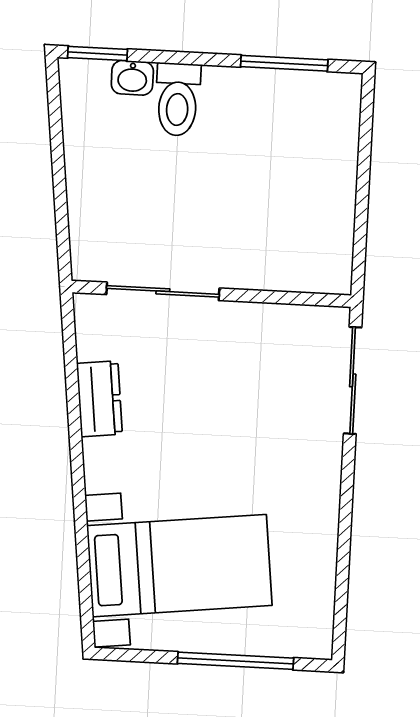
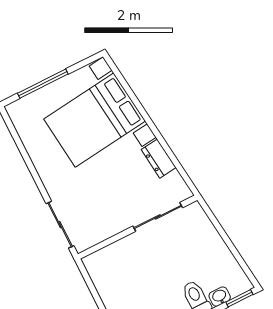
bed with nightstands: (179, 566) -> (95, 120), width x1.36

